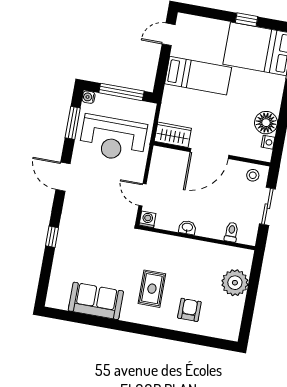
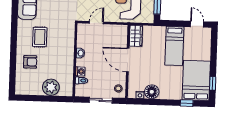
window: (247, 20) -> (213, 83), moved
washing machine: (147, 219) -> (80, 71), moved
rug: (152, 289) -> (40, 37), turned 90

